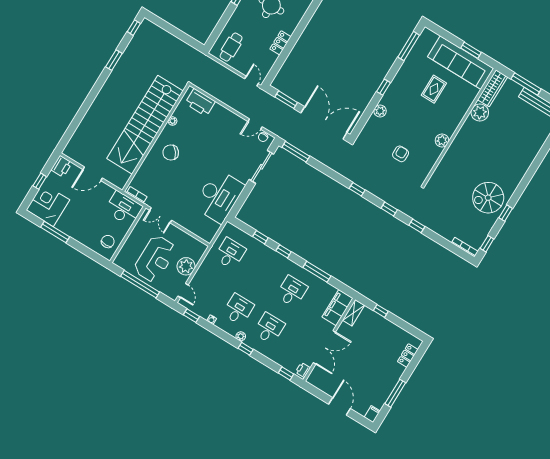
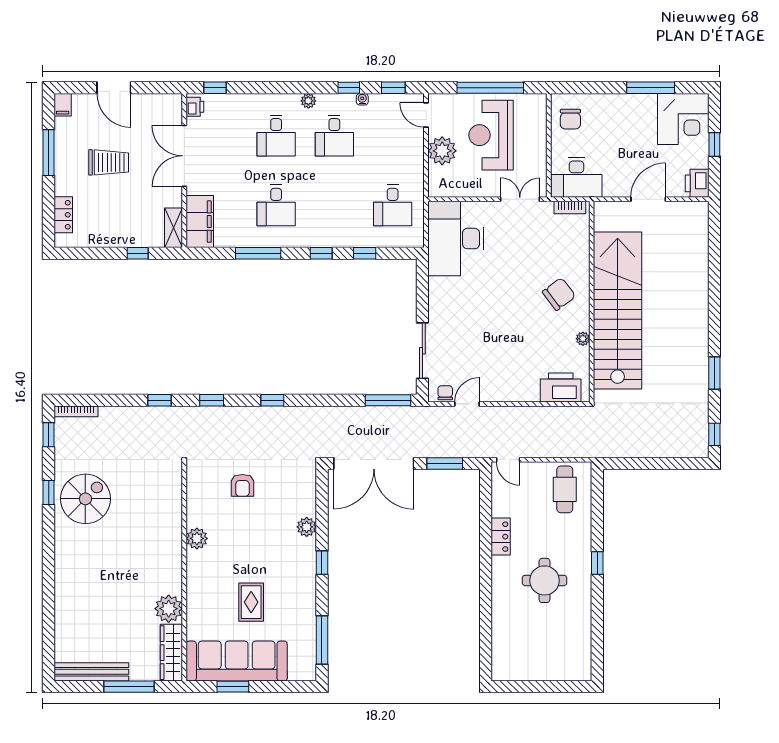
desk: (219, 196) -> (456, 239), moved
window: (246, 349) -> (349, 88), moved
trolley: (367, 368) -> (109, 162), added

